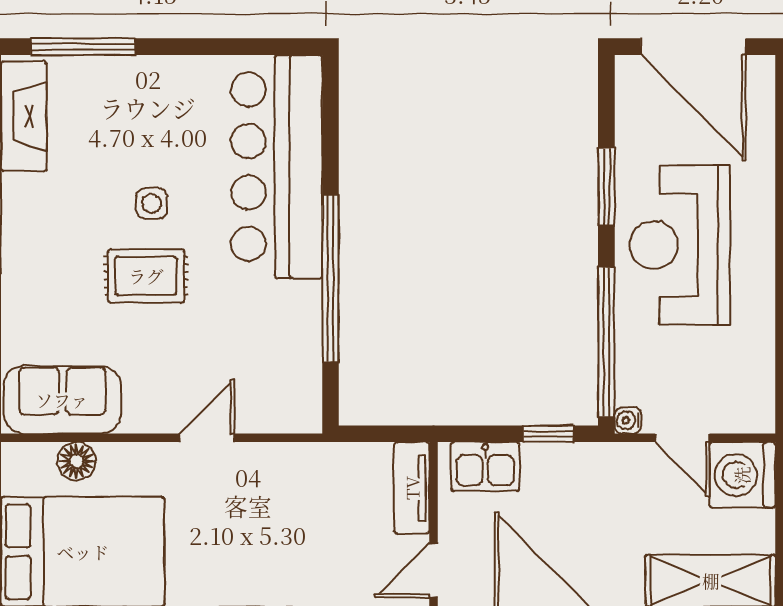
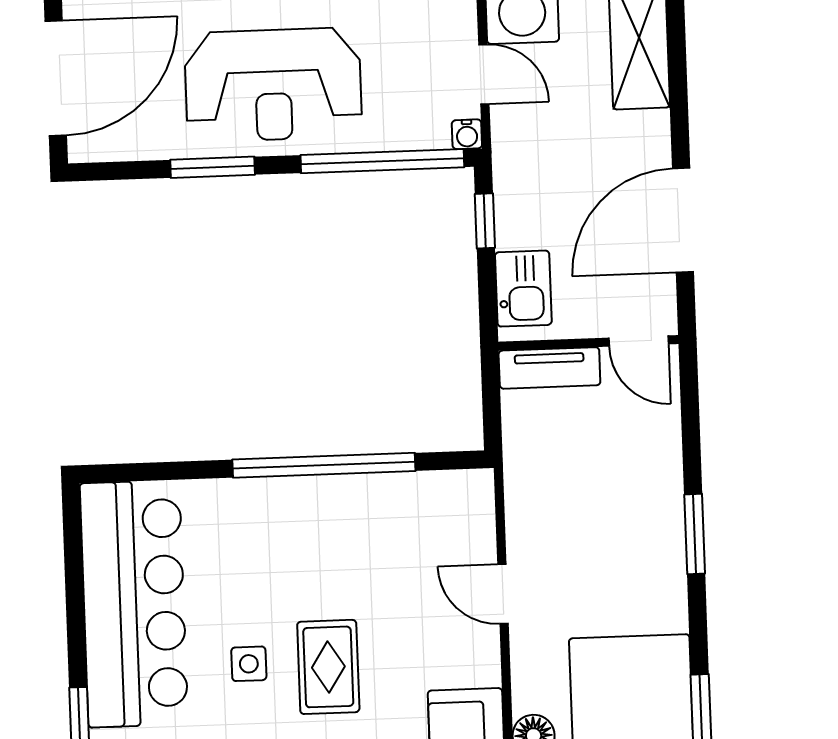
bar counter: (277, 167) -> (134, 604), moved, turned -90
door: (682, 438) -> (484, 74), hinge flipped

